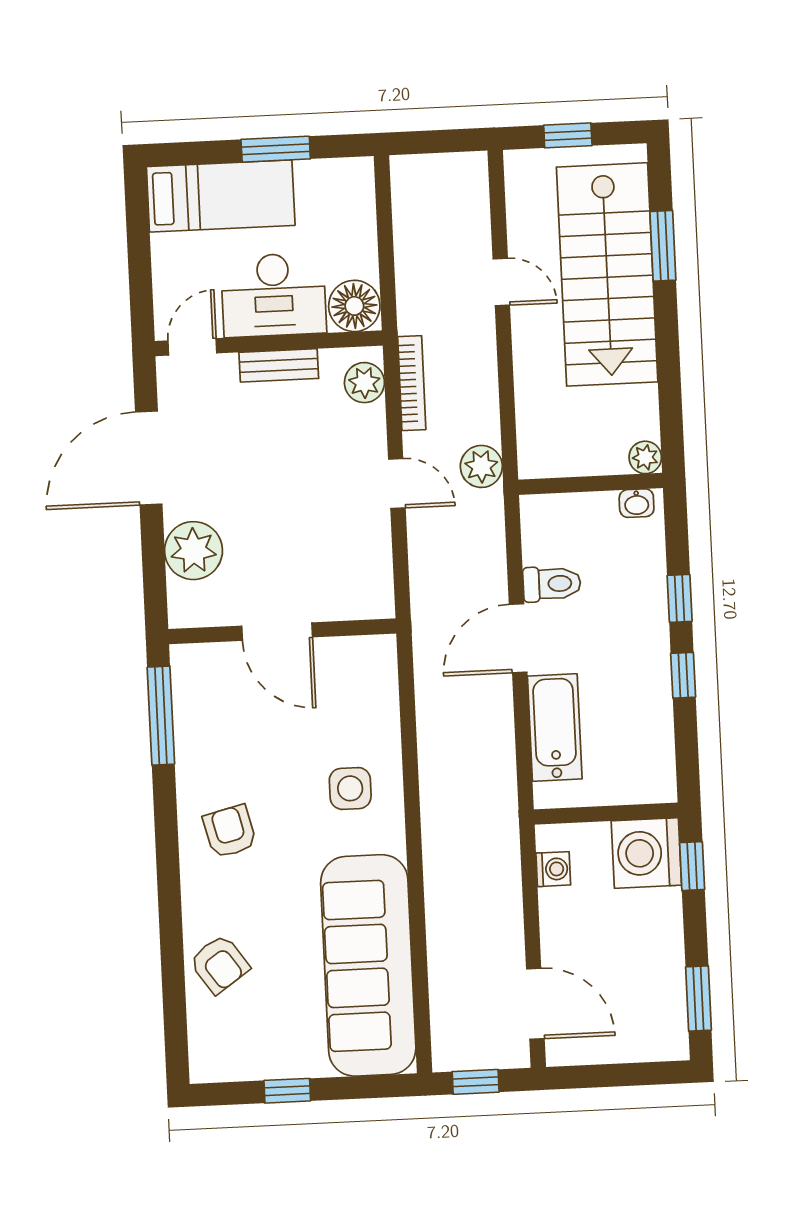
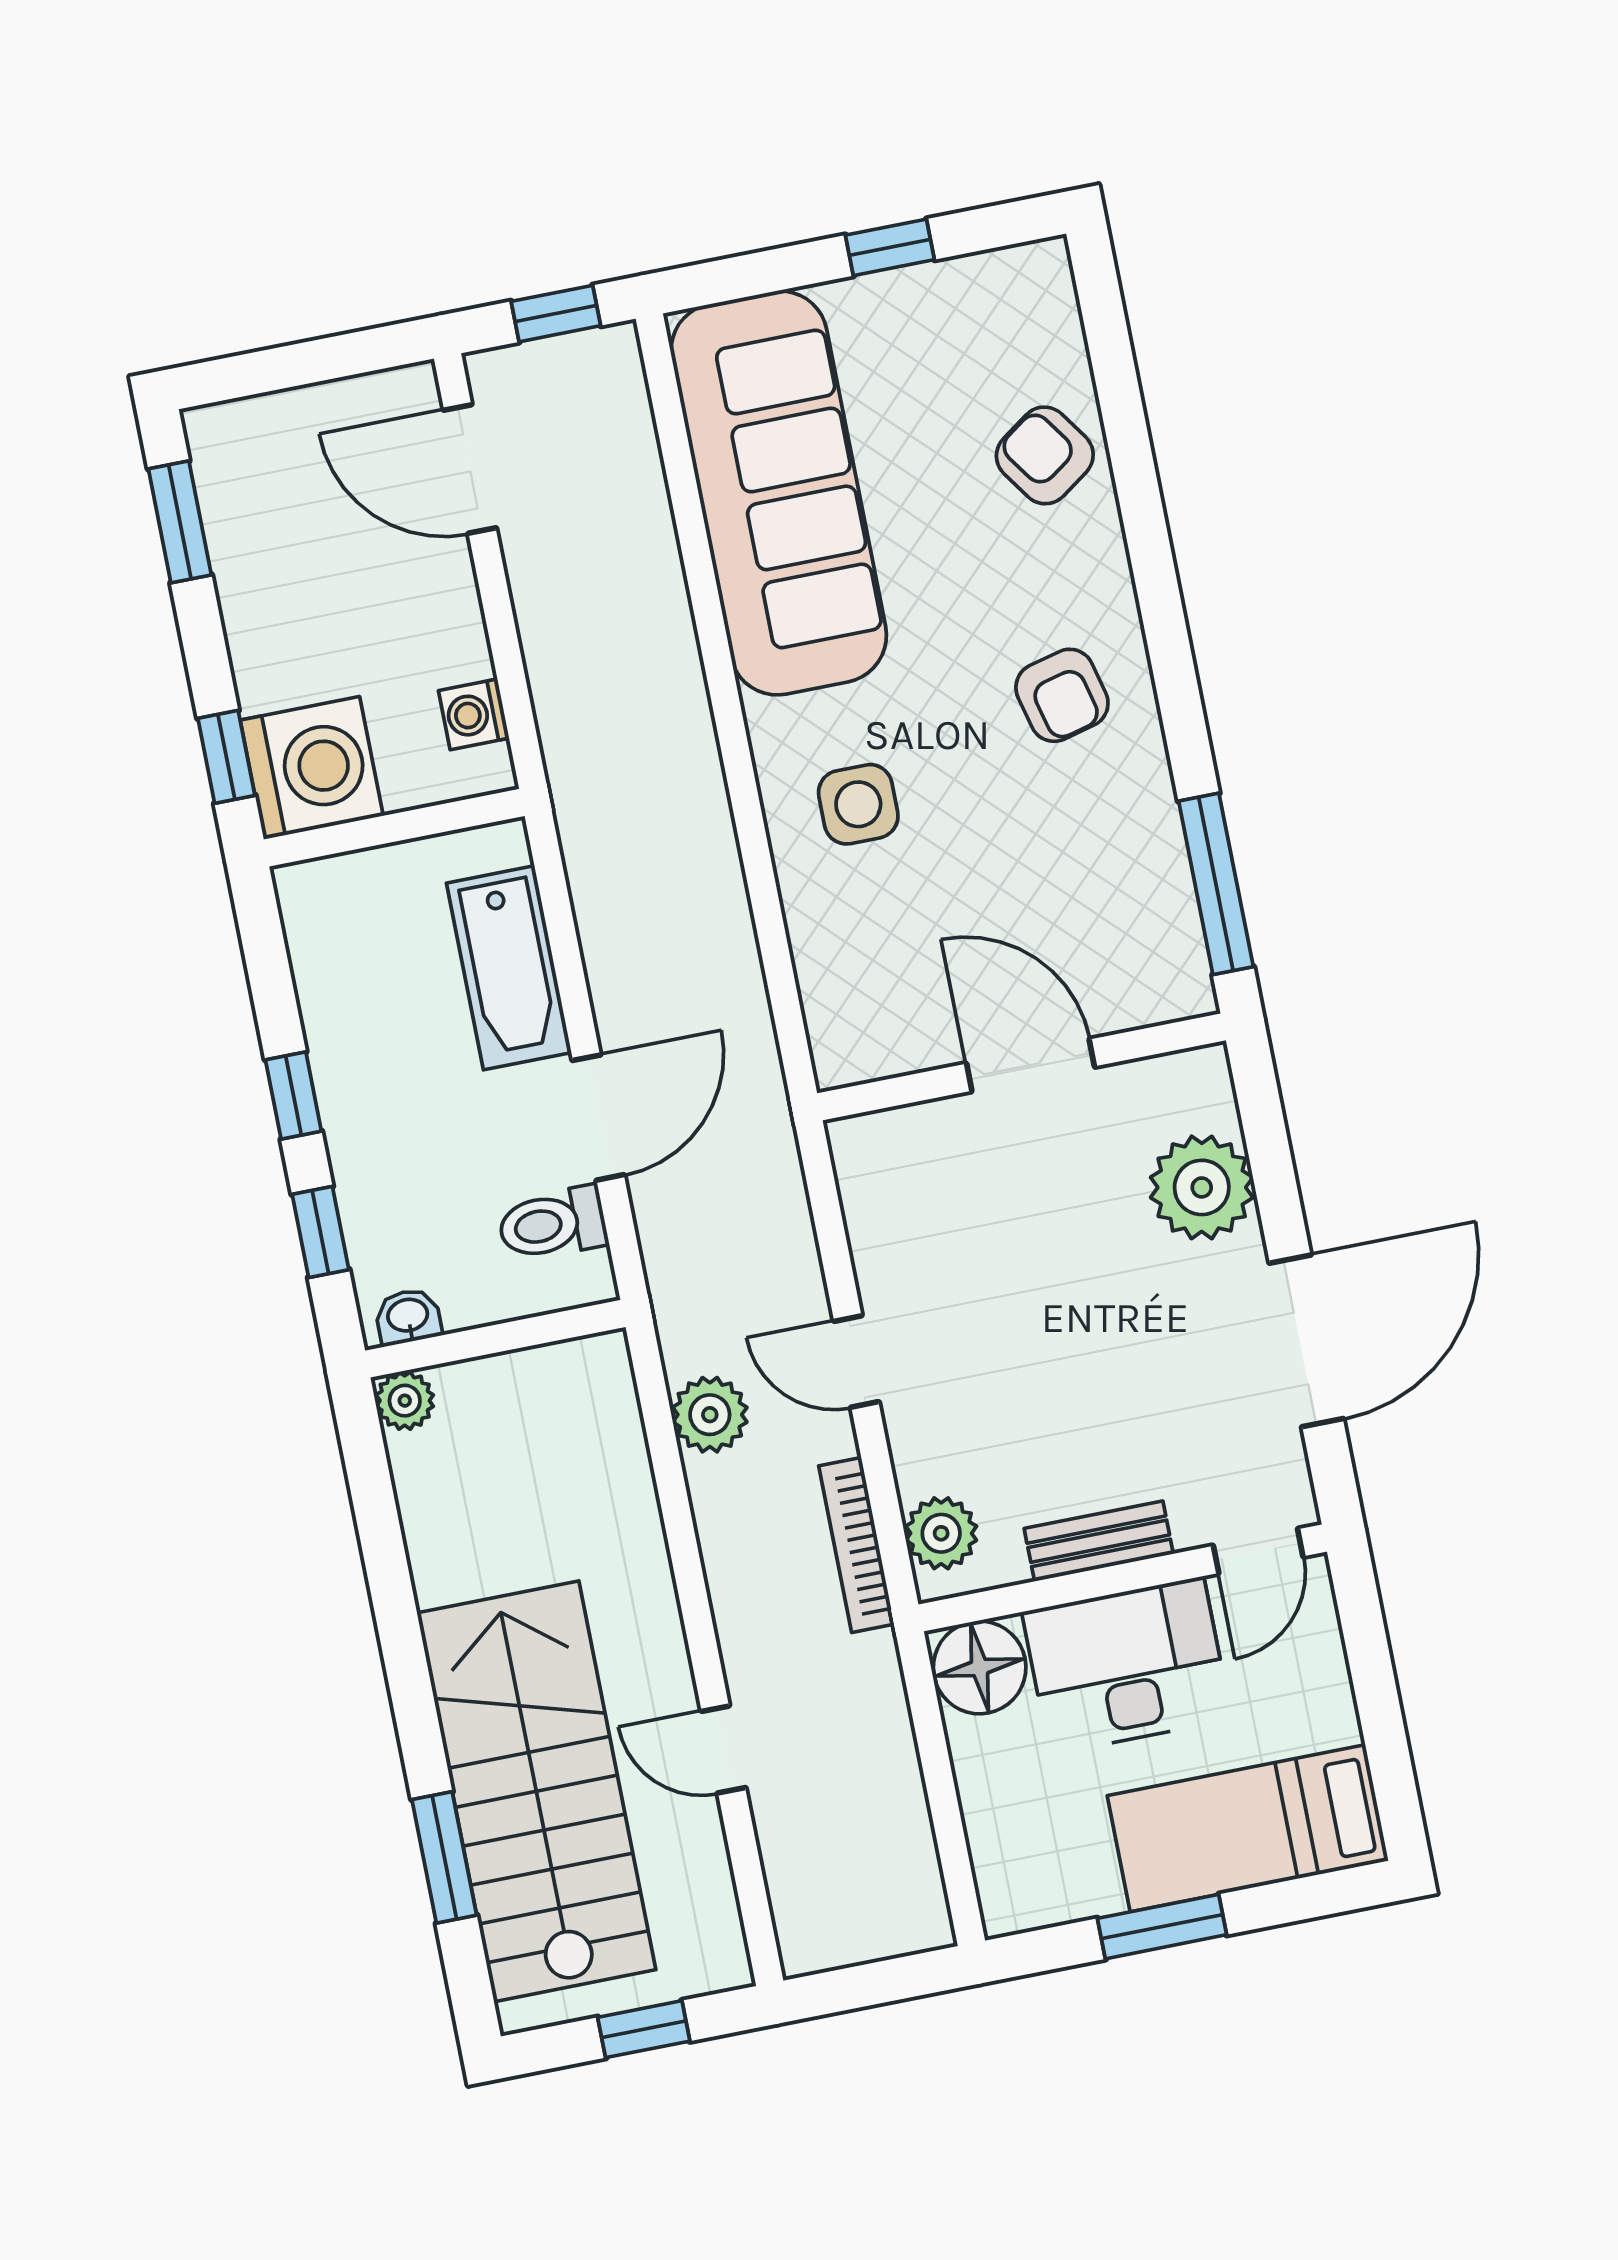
plant: (645, 457) -> (405, 1401), moved
wall: (591, 484) -> (495, 1339), moved
washbasin: (637, 503) -> (408, 1317), moved

